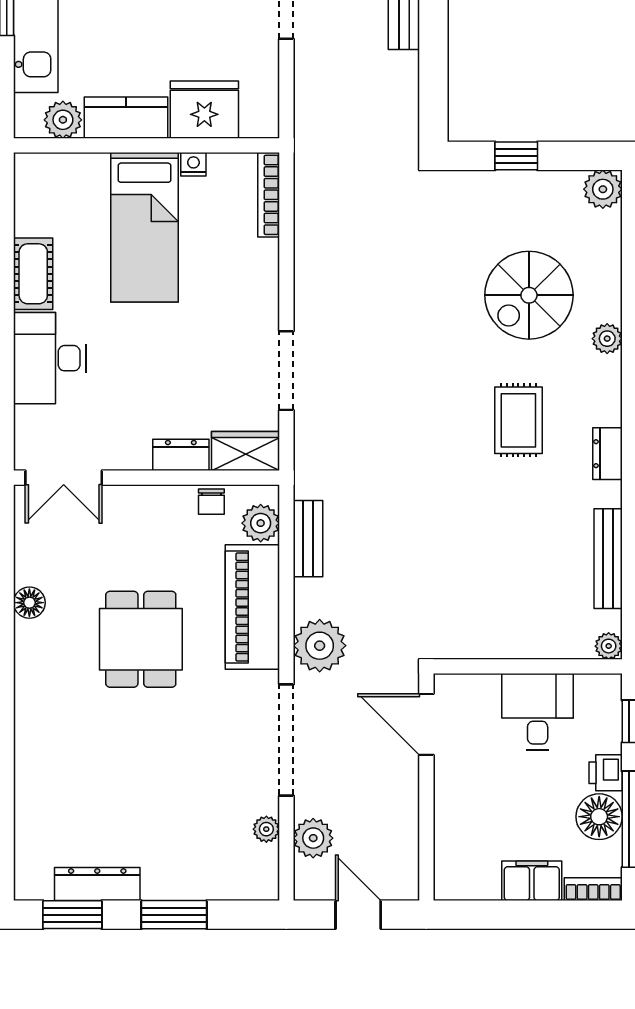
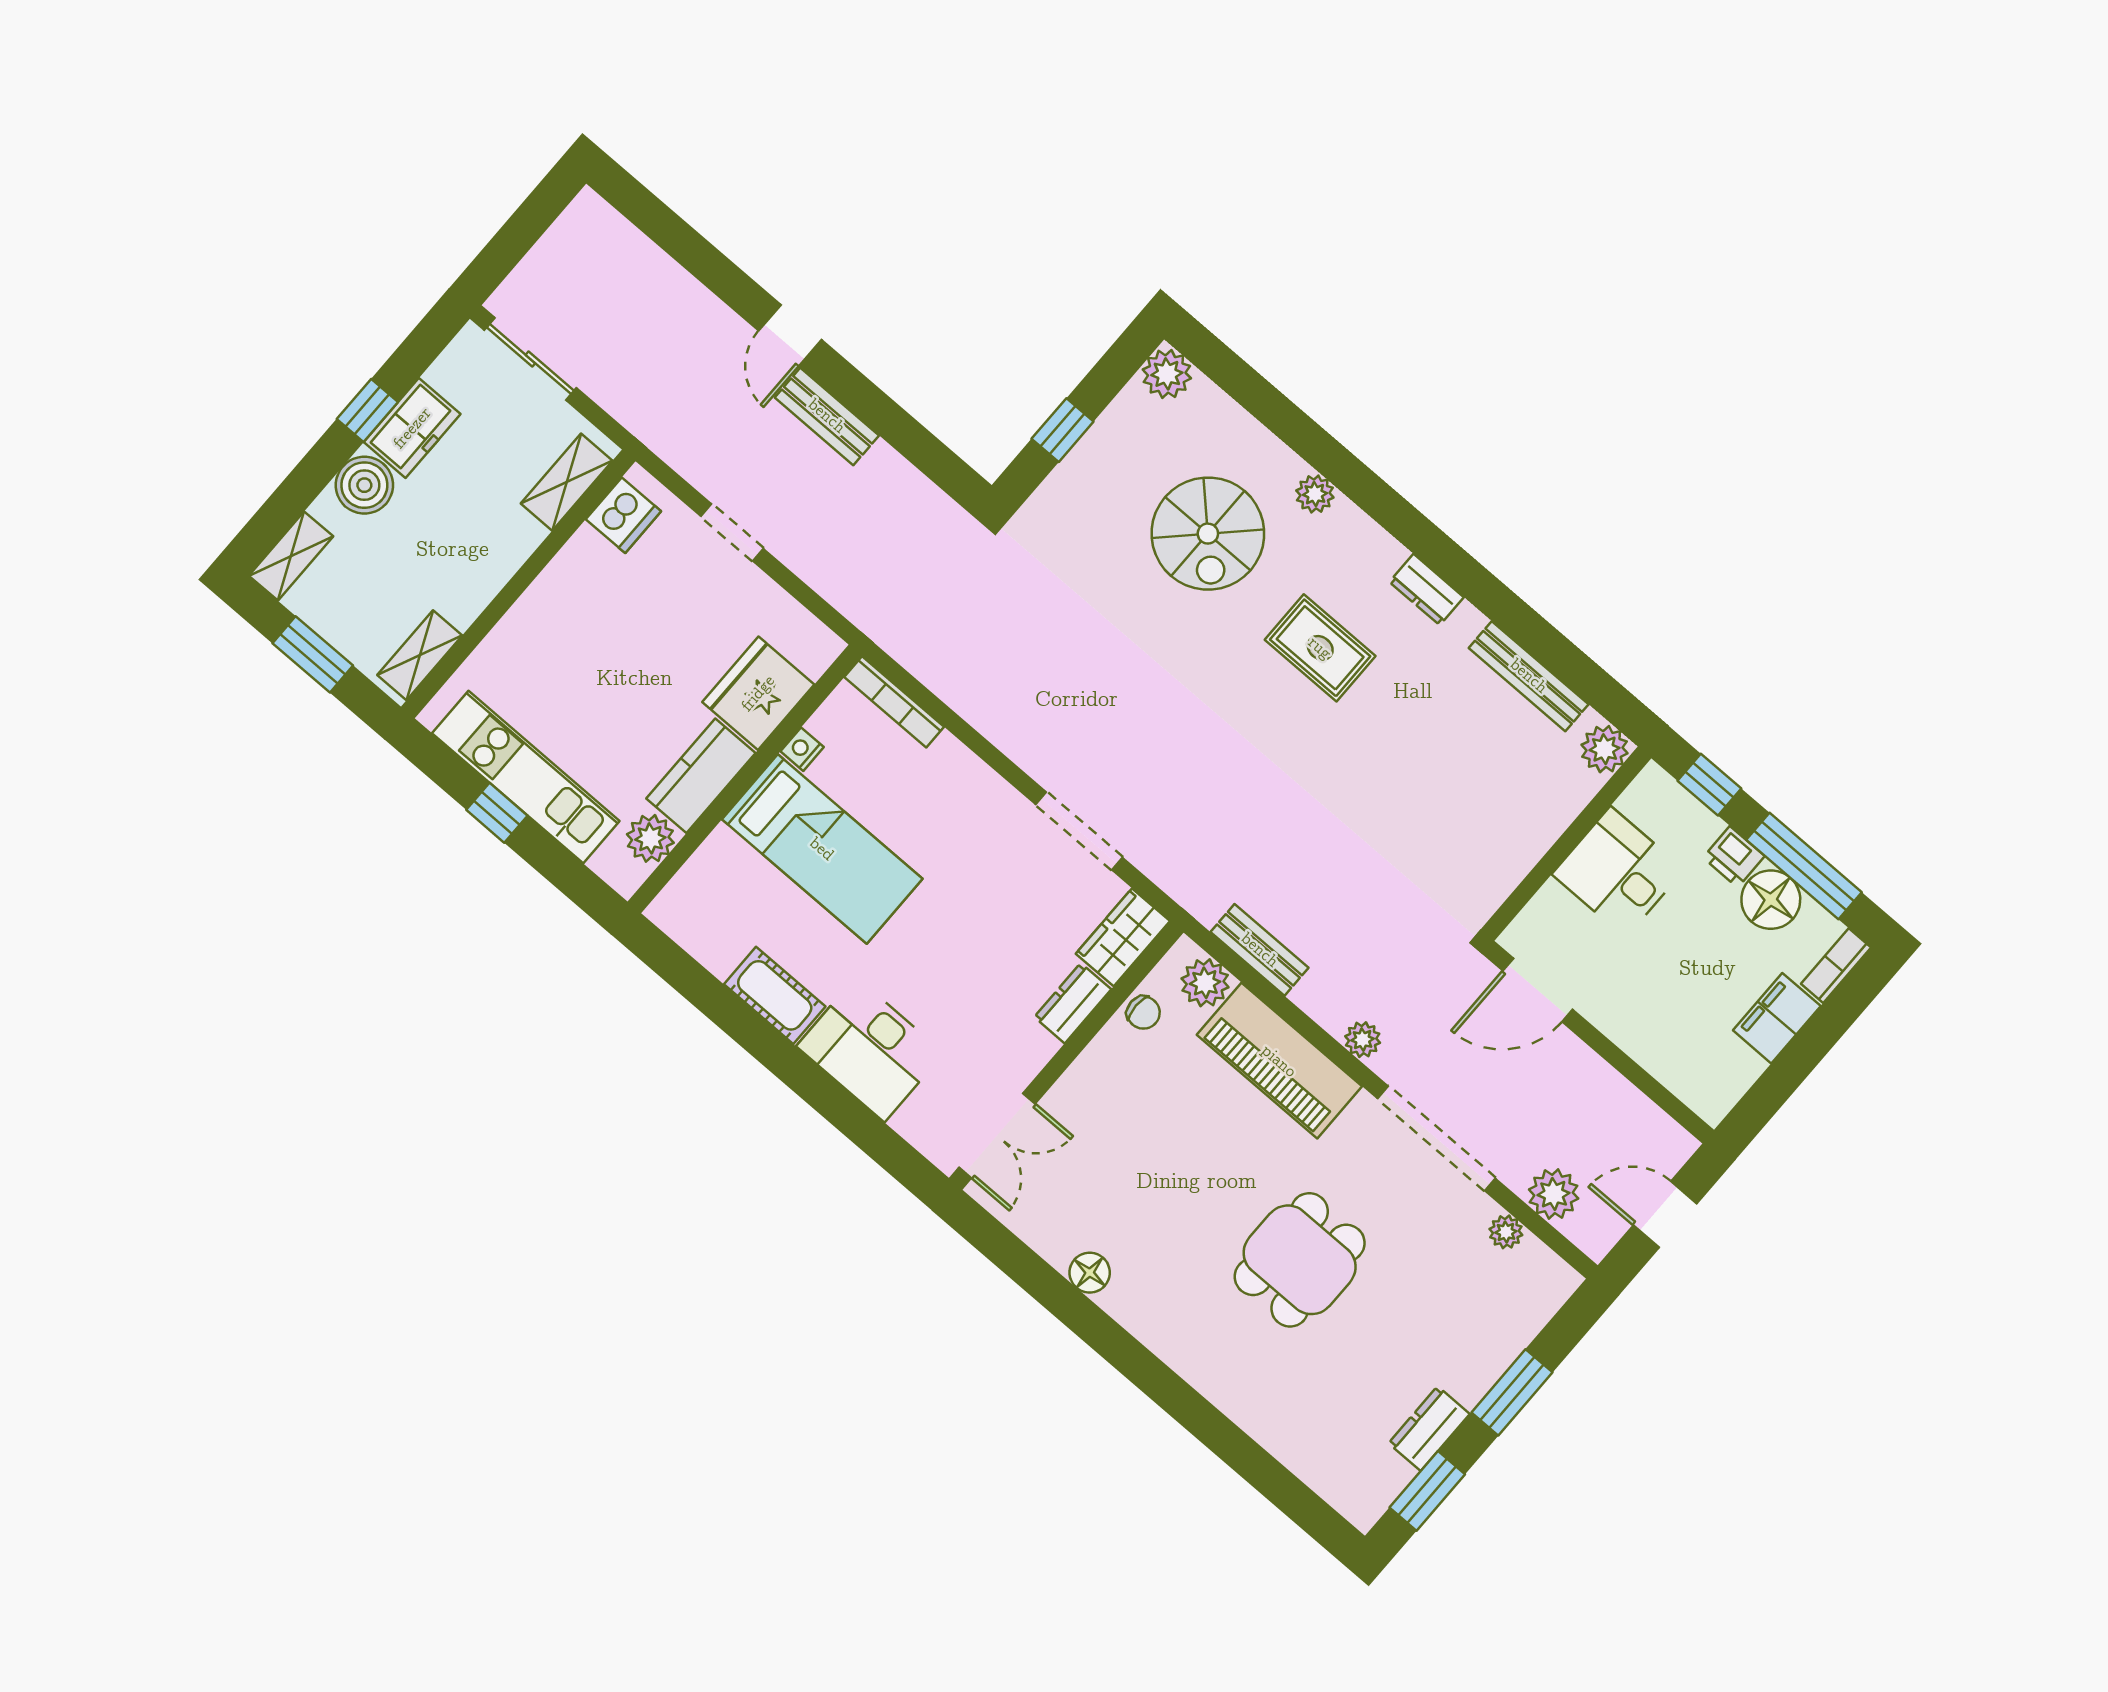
dining table: (141, 639) -> (1300, 1260), moved, turned 90
plant: (320, 646) -> (1363, 1040), width x0.53, depth x0.53
plant: (609, 646) -> (1605, 749), width x1.38, depth x1.38
dresser: (97, 884) -> (1429, 1429), width x0.70

